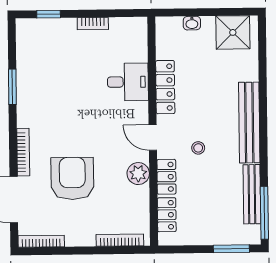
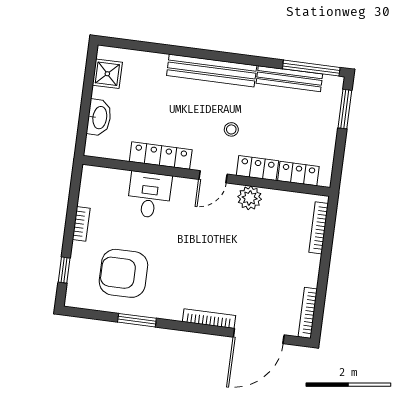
washbasin: (192, 23) -> (99, 118), width x1.91, depth x1.45
shower: (233, 32) -> (107, 74), width x0.73, depth x0.73
armchair: (72, 178) -> (123, 273), moved

